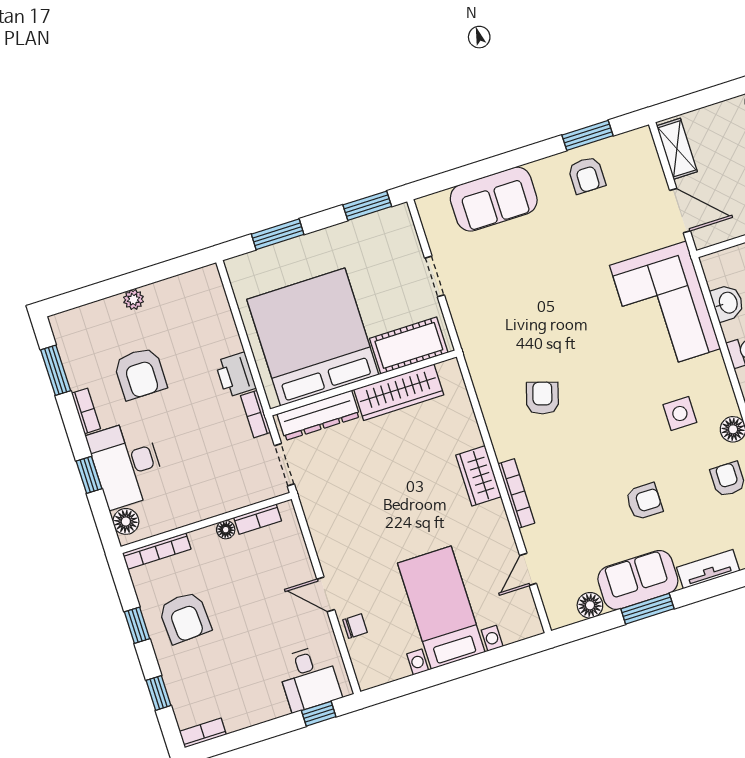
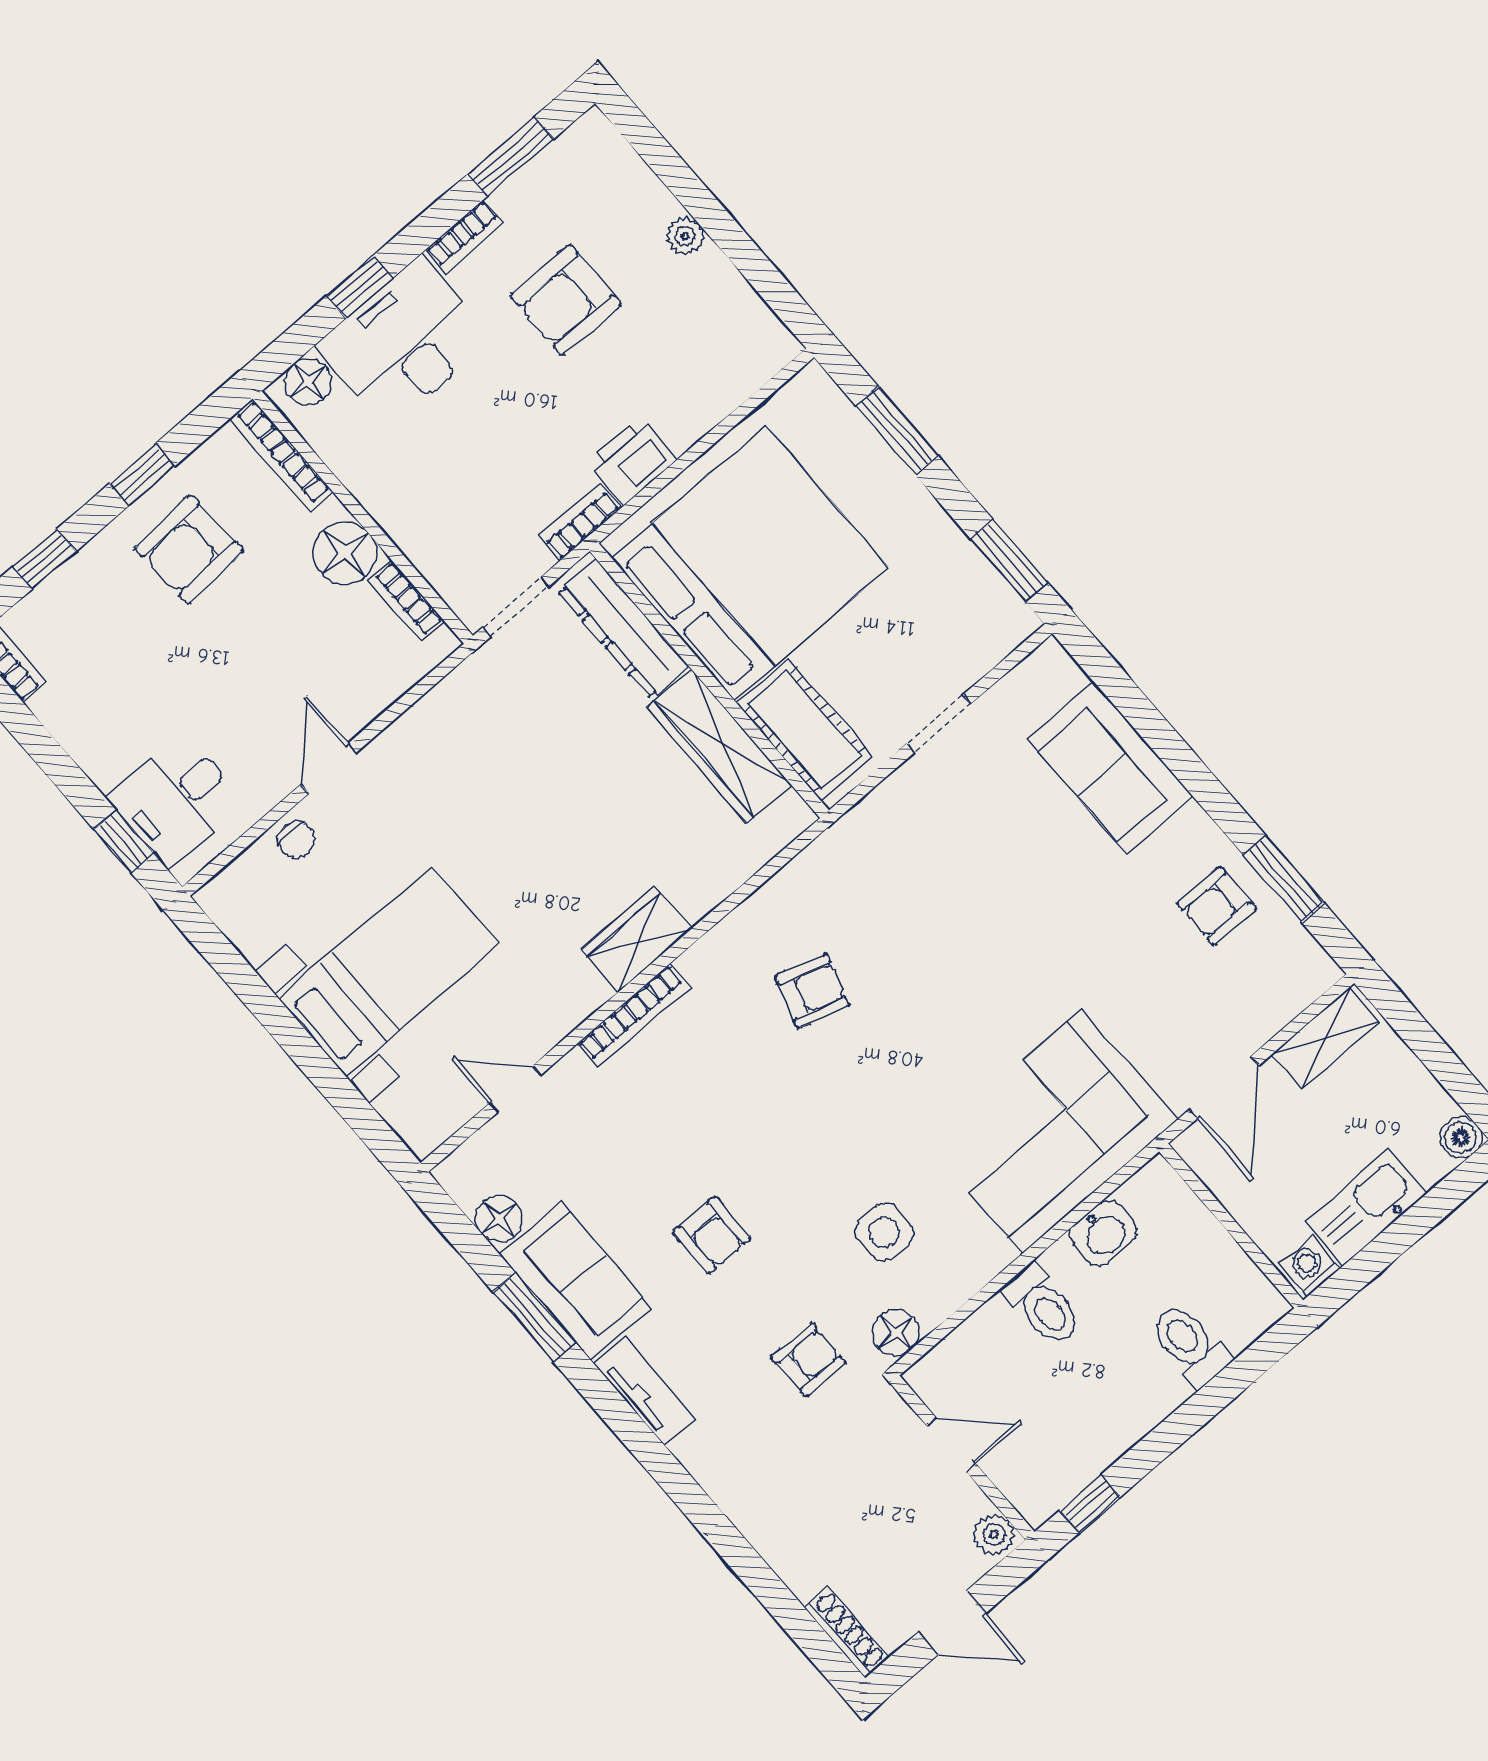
floor lamp: (226, 530) -> (345, 553), width x1.89, depth x1.89

